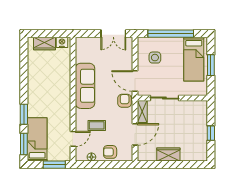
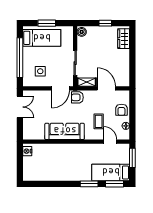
wardrobe: (45, 44) -> (28, 166), removed
boiler: (201, 106) -> (82, 32), added
wardrobe: (168, 155) -> (124, 39), moved

